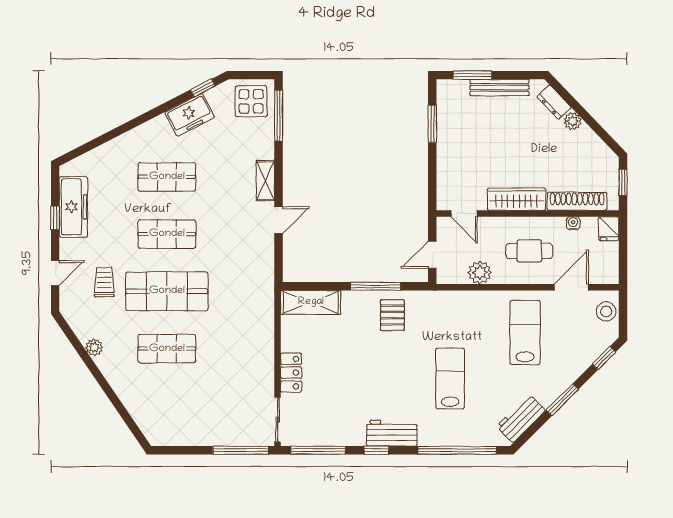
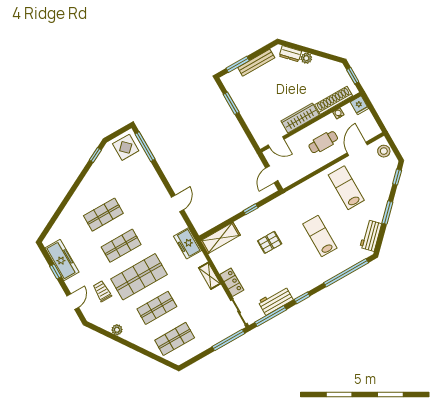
freezer: (190, 115) -> (188, 243), moved, turned 117
shelving: (265, 180) -> (210, 276), moved
plant: (480, 273) -> (303, 169), removed
window: (375, 286) -> (251, 209), width x0.46
pallet: (392, 315) -> (270, 242), moved, turned 90
shop shelf: (167, 406) -> (175, 339), added
workbench: (392, 433) -> (276, 301), moved

